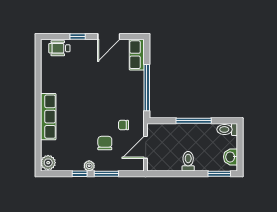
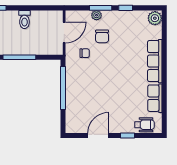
row of seats: (137, 55) -> (155, 98), moved, turned 180
plant: (89, 166) -> (96, 15), moved

